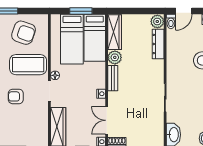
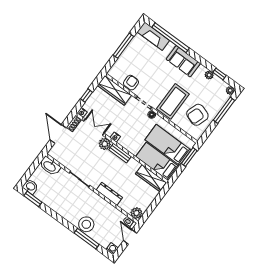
window: (81, 11) -> (189, 157), moved
dresser: (158, 44) -> (109, 194), moved
plant: (115, 57) -> (105, 144), moved
armchair: (16, 96) -> (131, 83), moved

